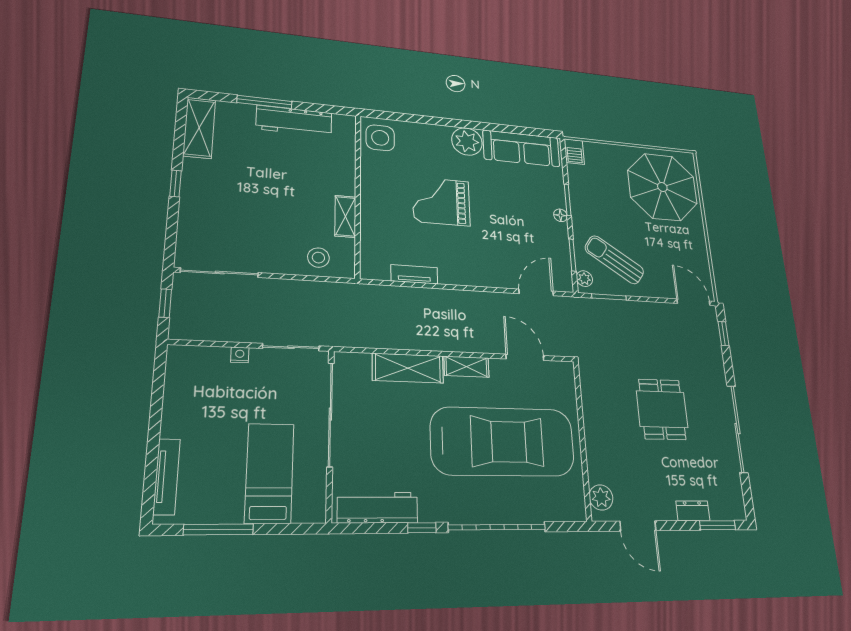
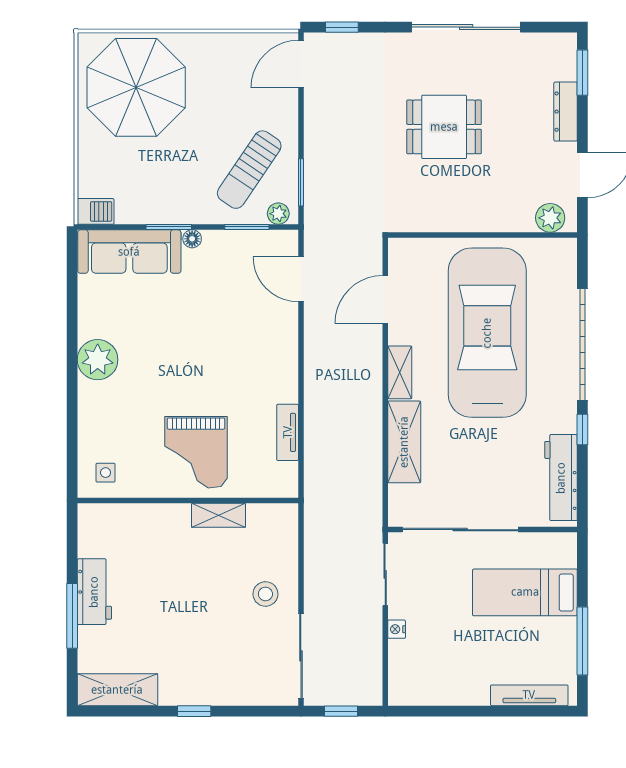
workbench: (294, 121) -> (94, 592), width x0.73
side table: (380, 138) -> (106, 473), width x0.54, depth x0.54
sofa: (521, 148) -> (129, 252), moved, turned 90
grand piano: (441, 201) -> (196, 452), moved
stool: (318, 258) -> (265, 594), moved
dresser: (693, 511) -> (566, 112), width x1.44

